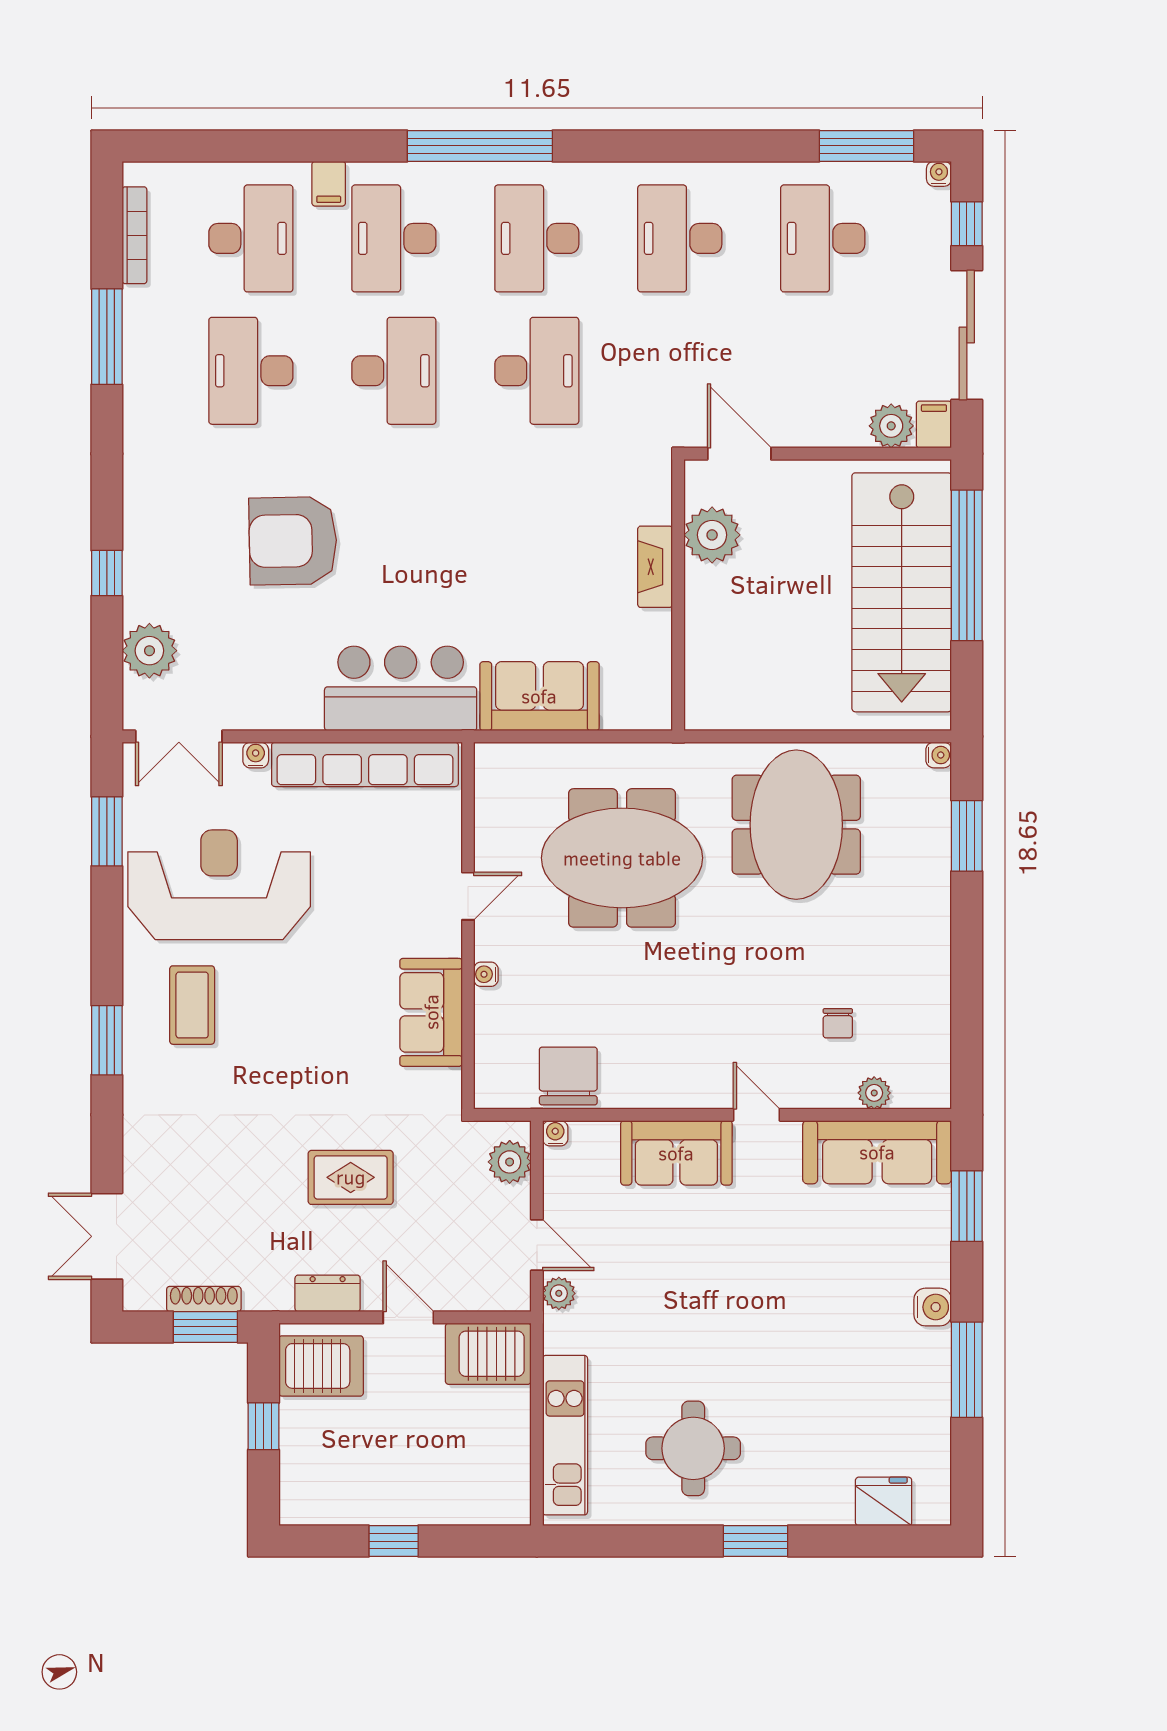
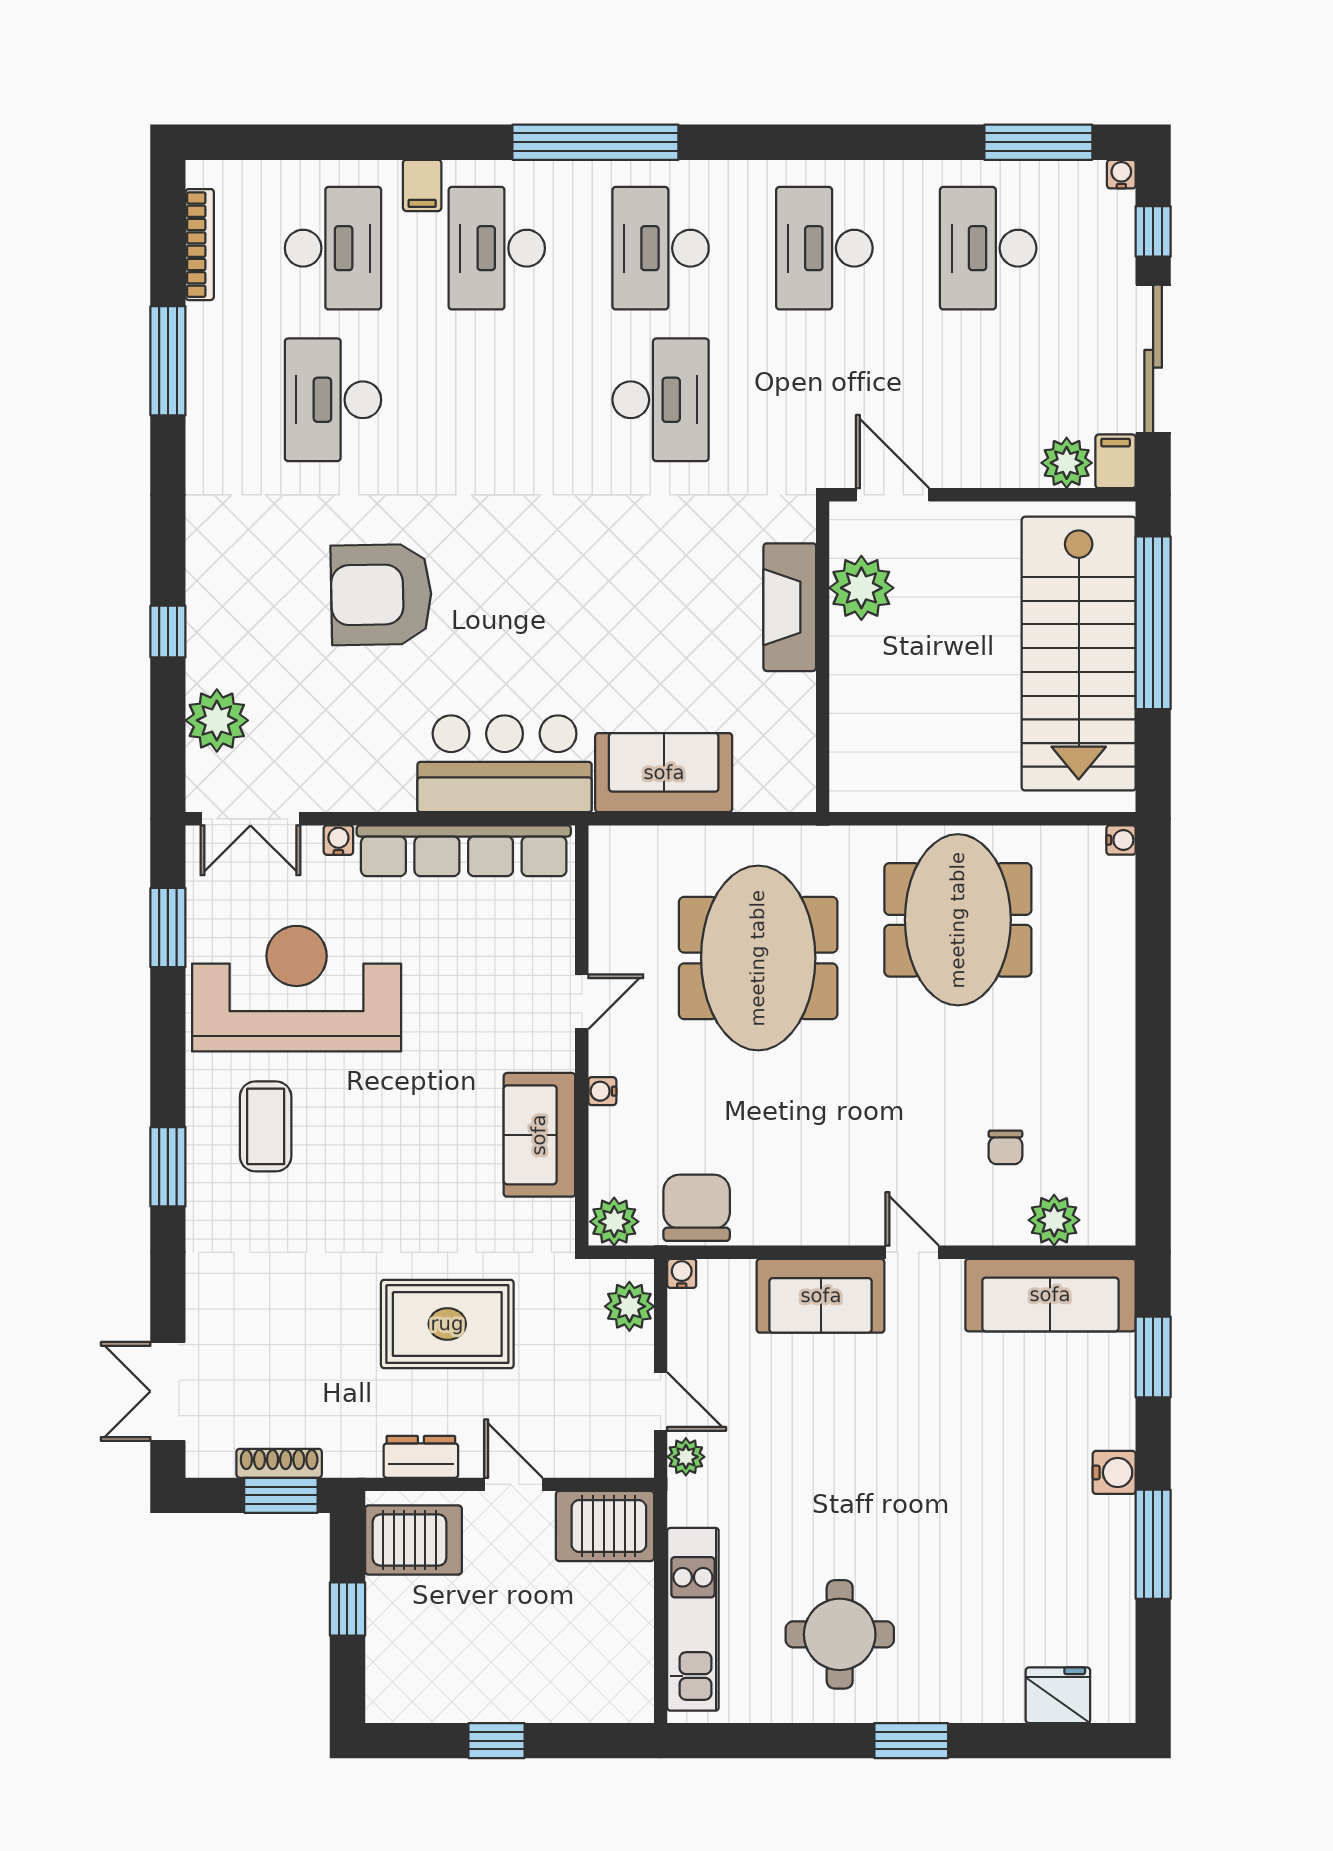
desk: (394, 371) -> (497, 400), removed
fireplace: (655, 567) -> (790, 607), width x1.37, depth x1.32
window: (967, 836) -> (1153, 933), removed
meeting table: (622, 858) -> (758, 958), turned 90
plant: (496, 1088) -> (614, 1222), added
plant: (874, 1093) -> (1054, 1220), width x1.38, depth x1.38
rug: (351, 1177) -> (447, 1324), width x1.36, depth x1.43

